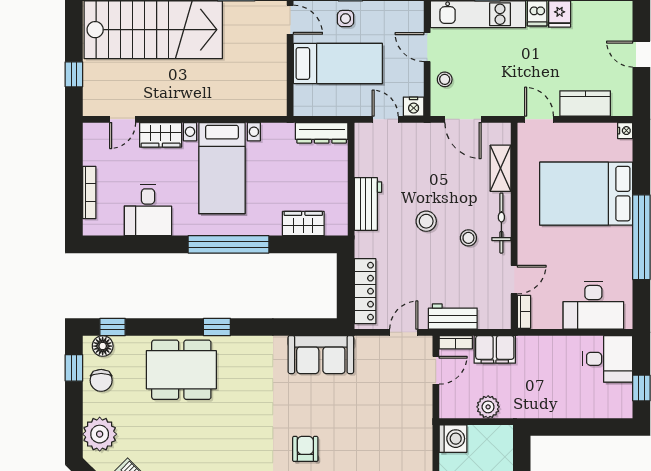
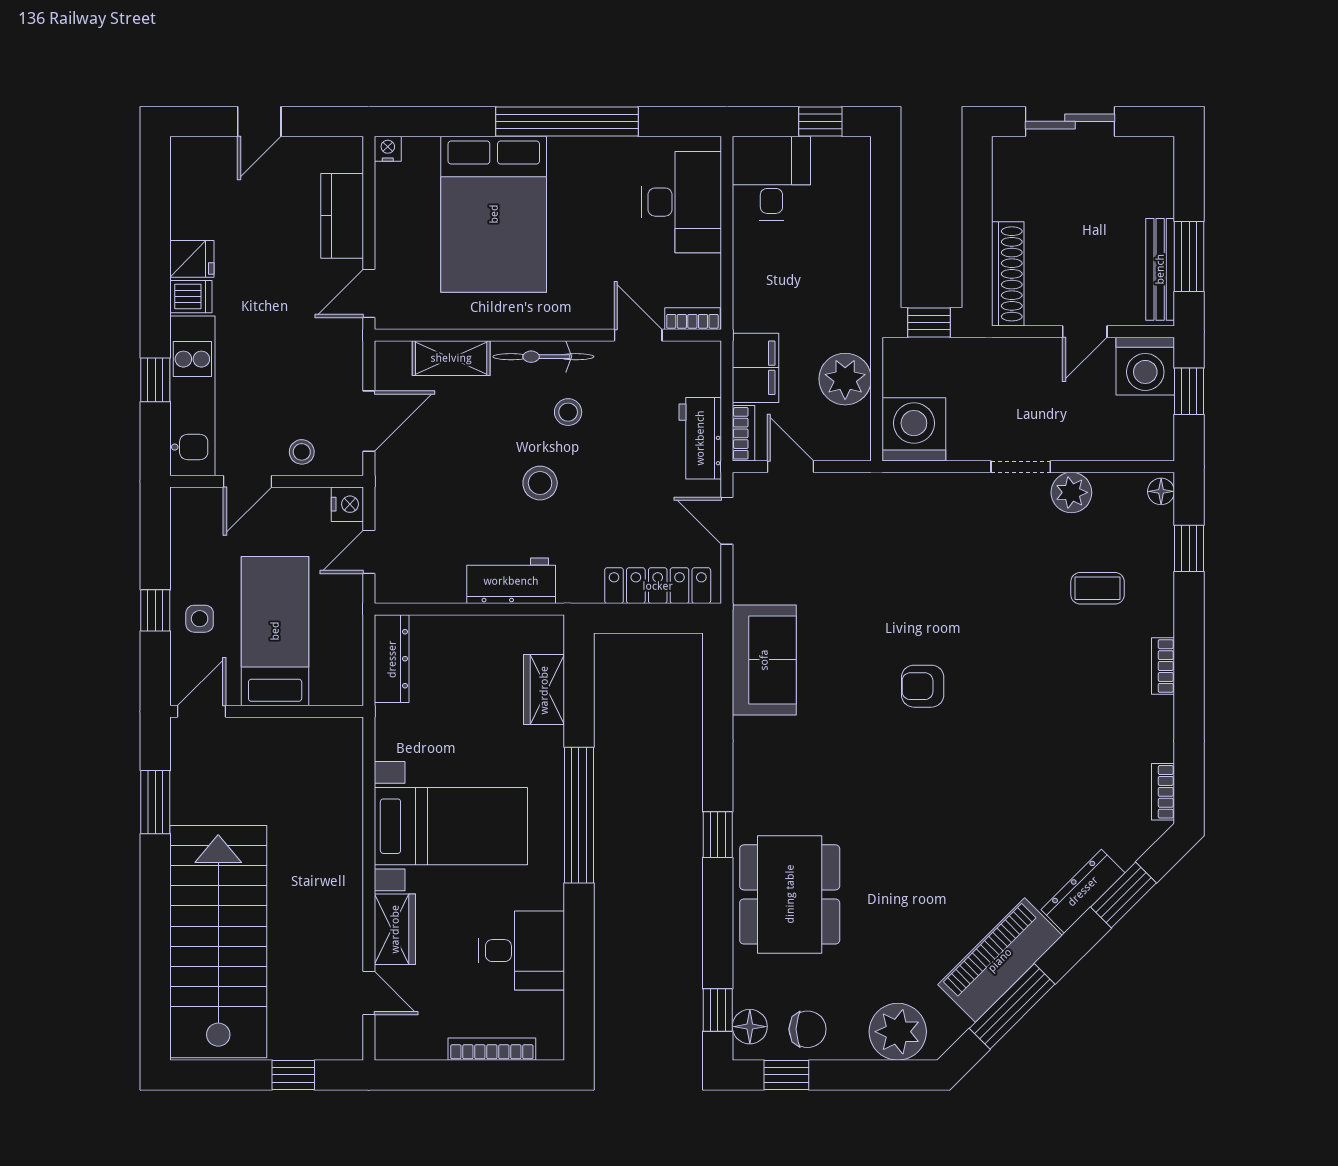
plant: (488, 407) -> (845, 379), width x1.36, depth x1.36
washing machine: (453, 439) -> (914, 429), width x1.37, depth x1.37
window: (522, 453) -> (929, 322), added

